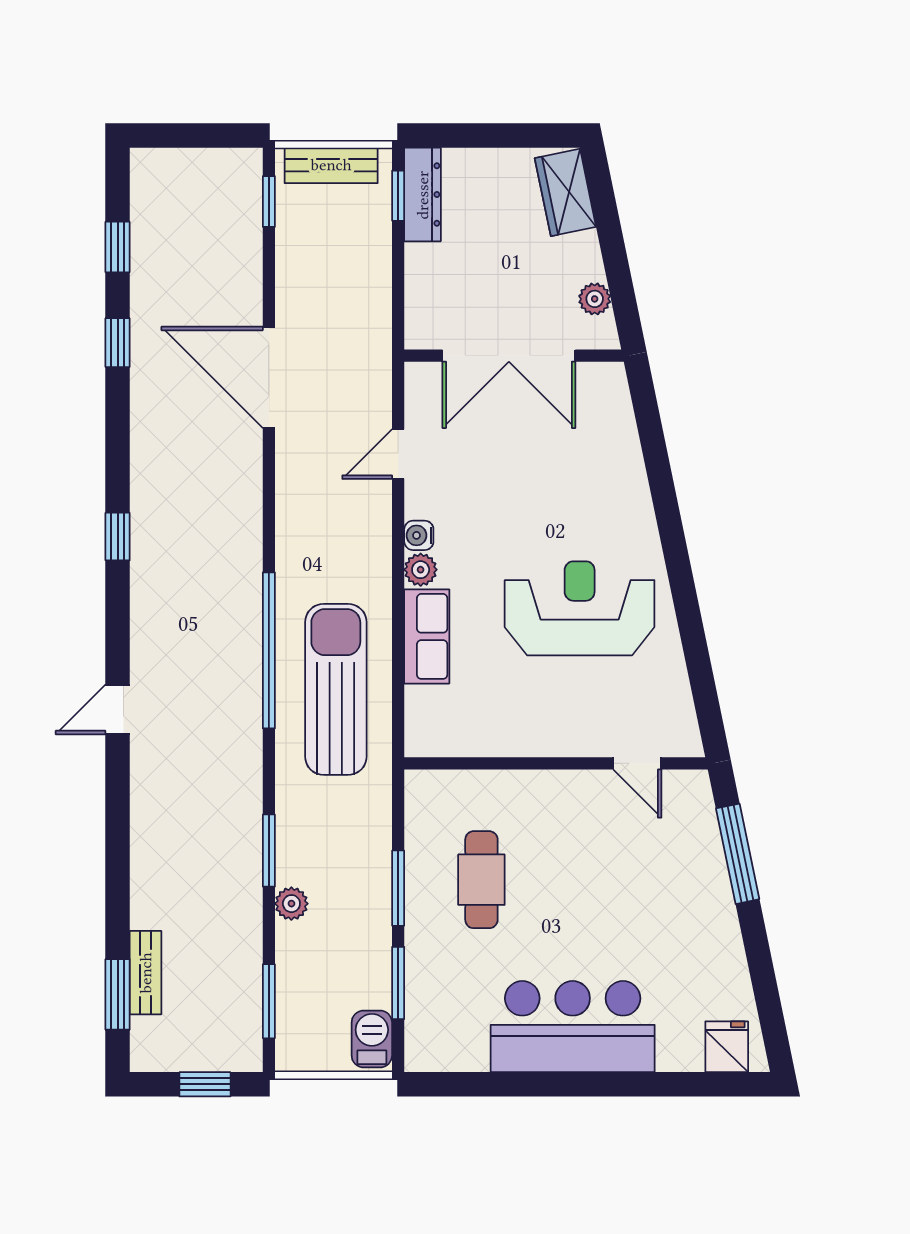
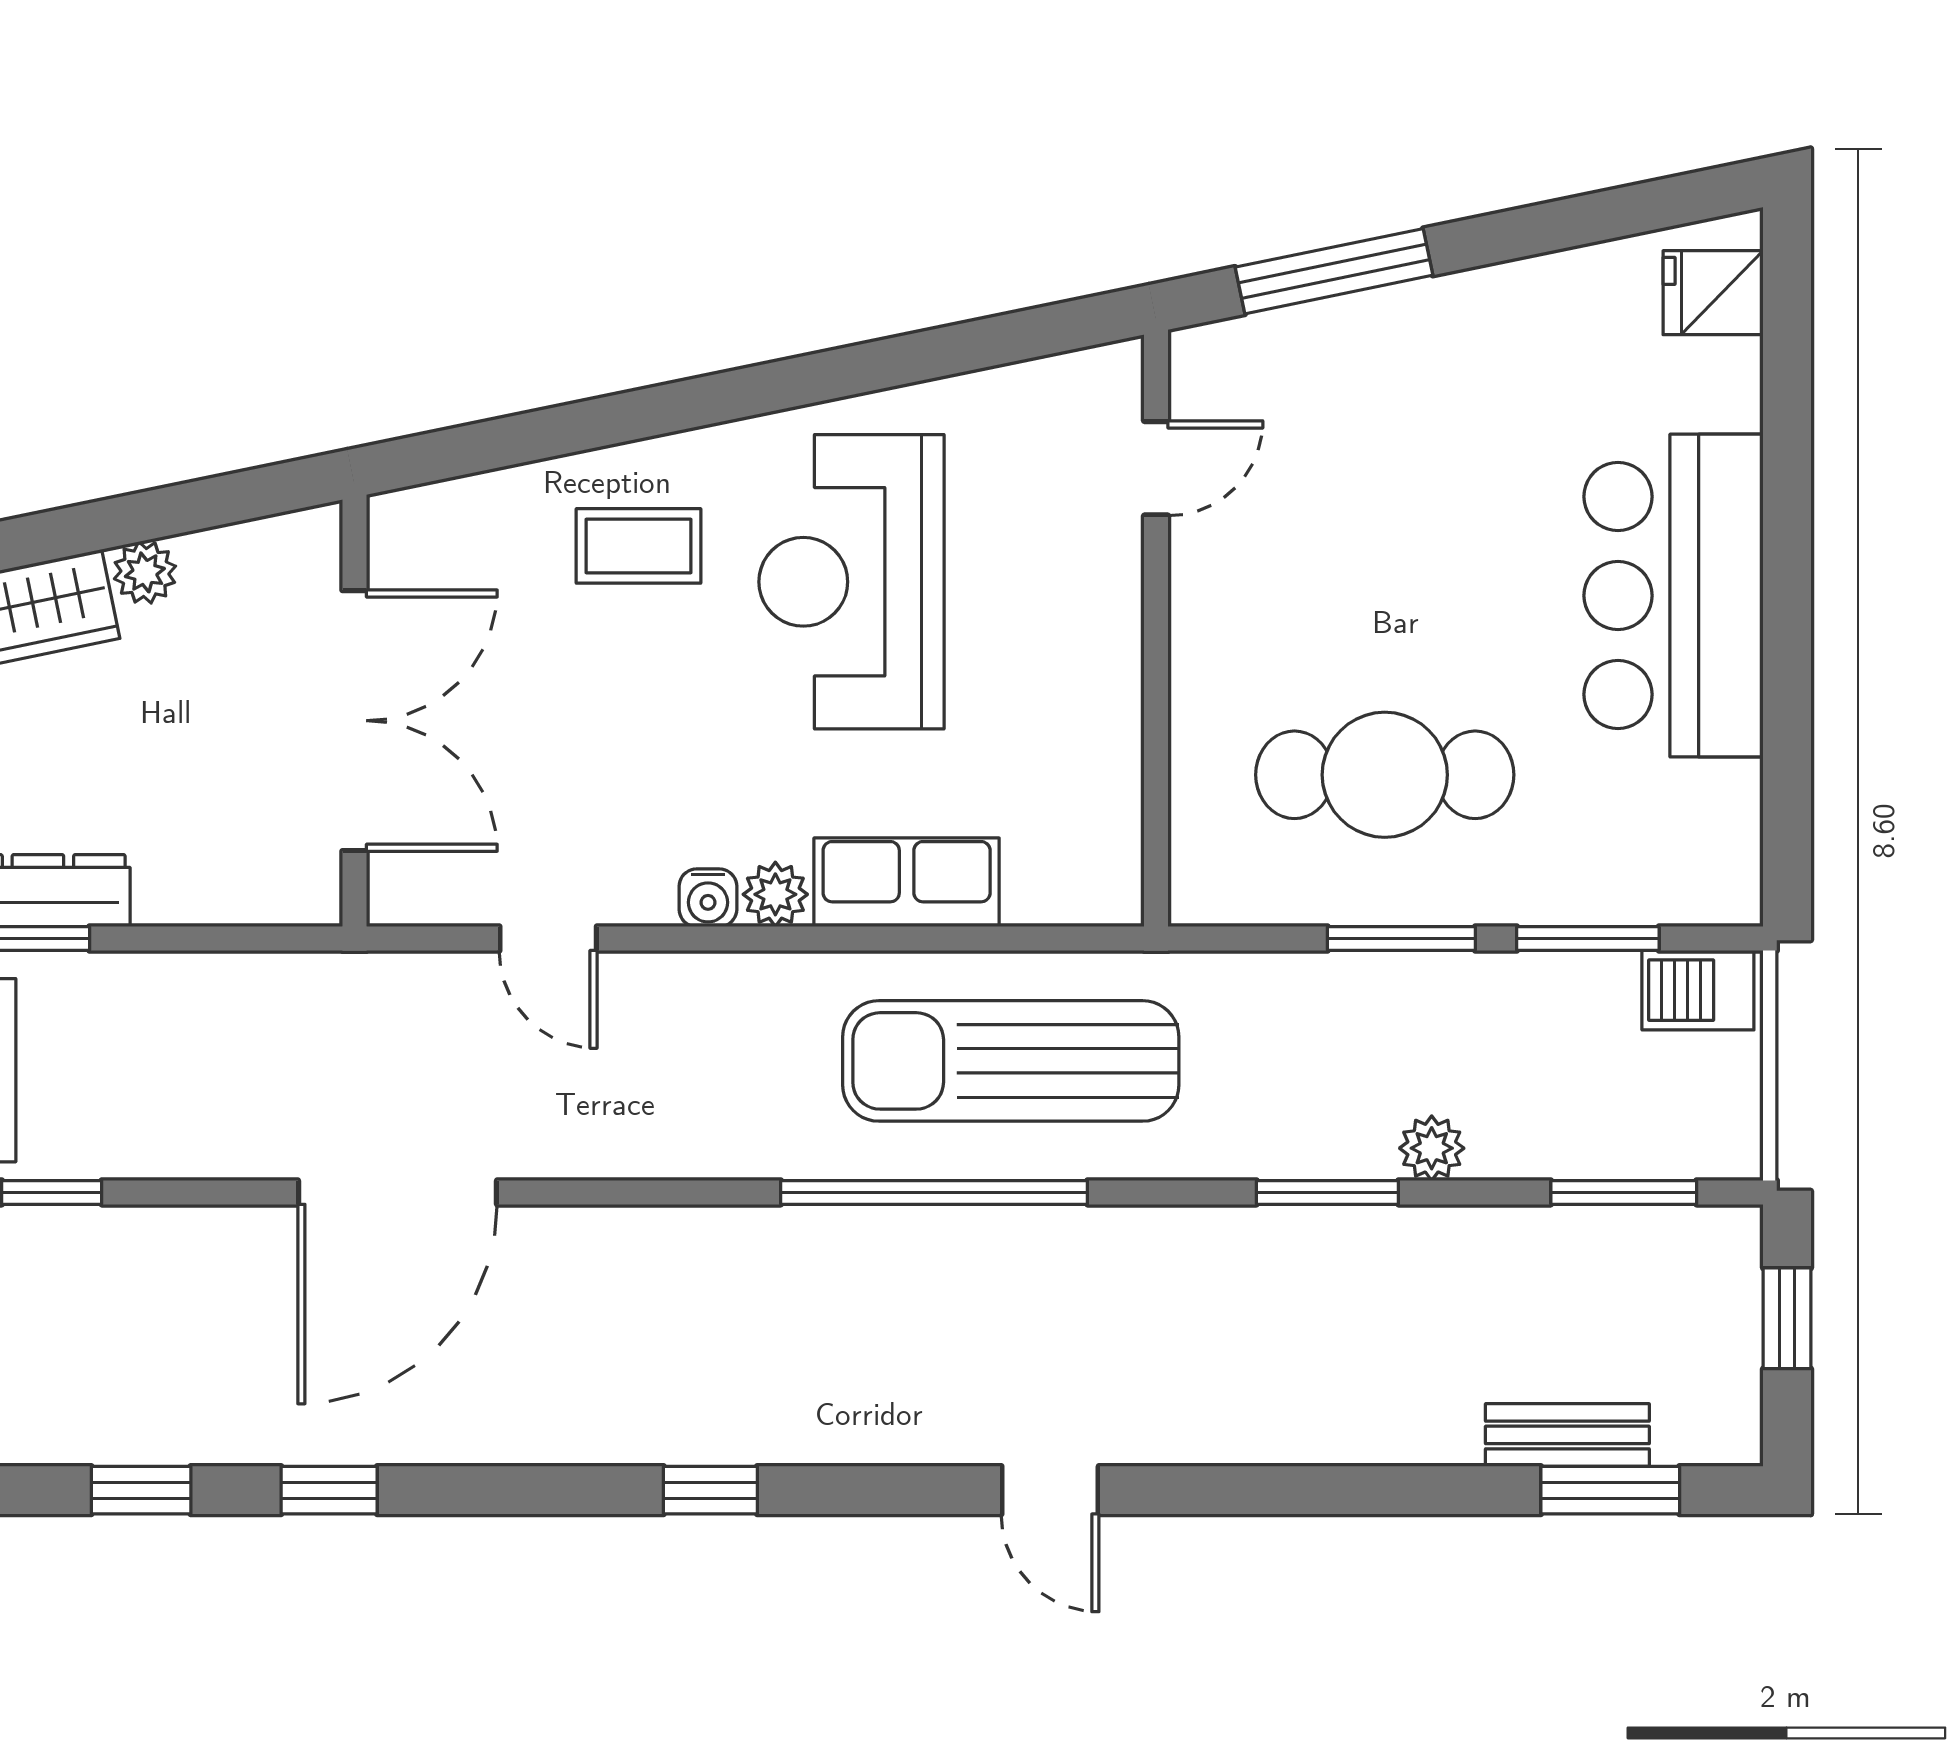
plant: (595, 299) -> (145, 572), moved
coffee table: (598, 500) -> (639, 546), added
cafe table: (481, 880) -> (1385, 775), width x1.37, depth x1.35

